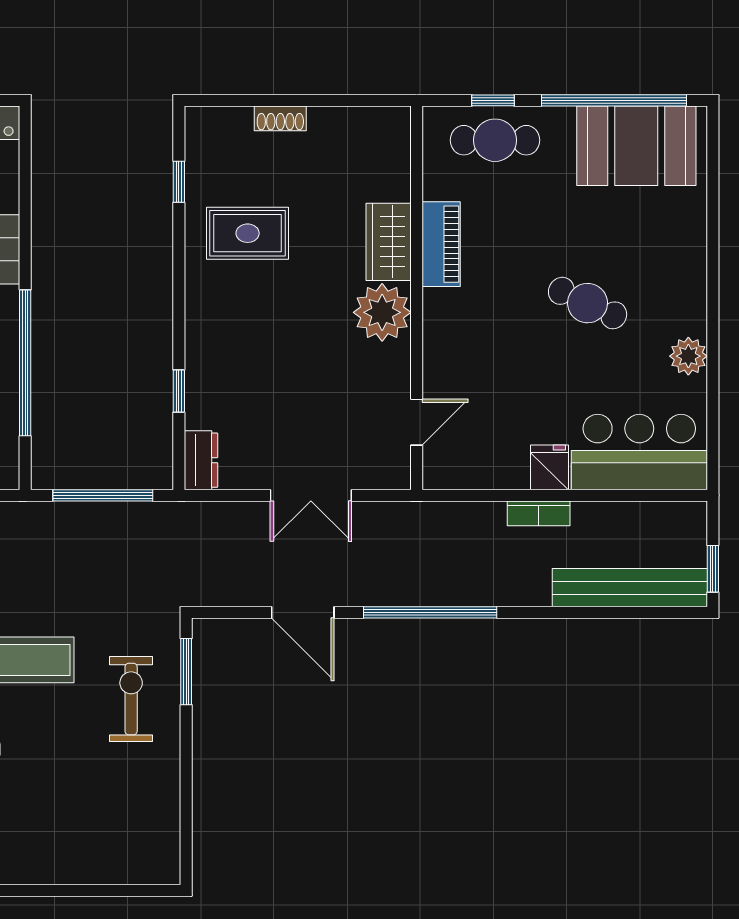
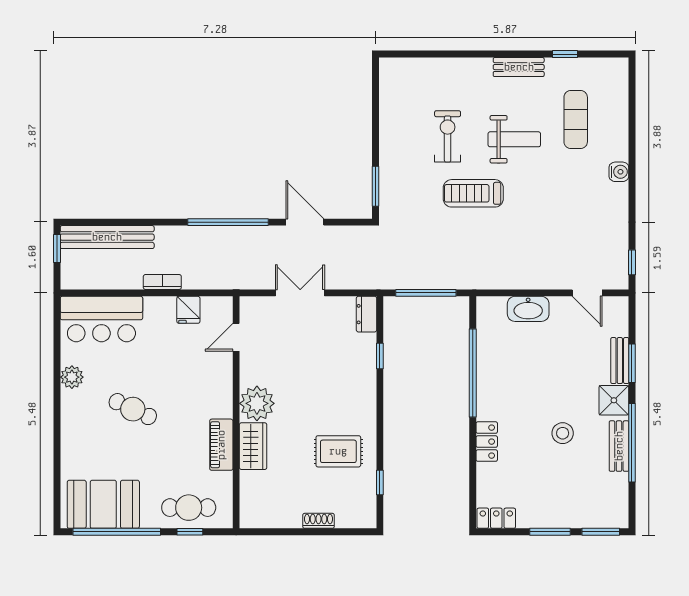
fridge: (549, 467) -> (188, 310), moved
exercise bike: (131, 699) -> (448, 136), moved, turned 180

